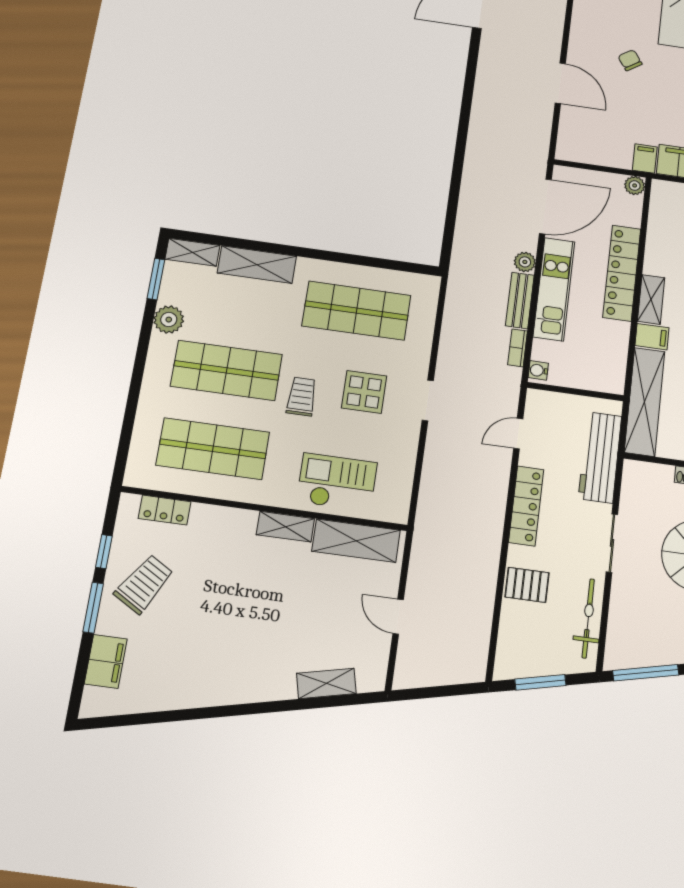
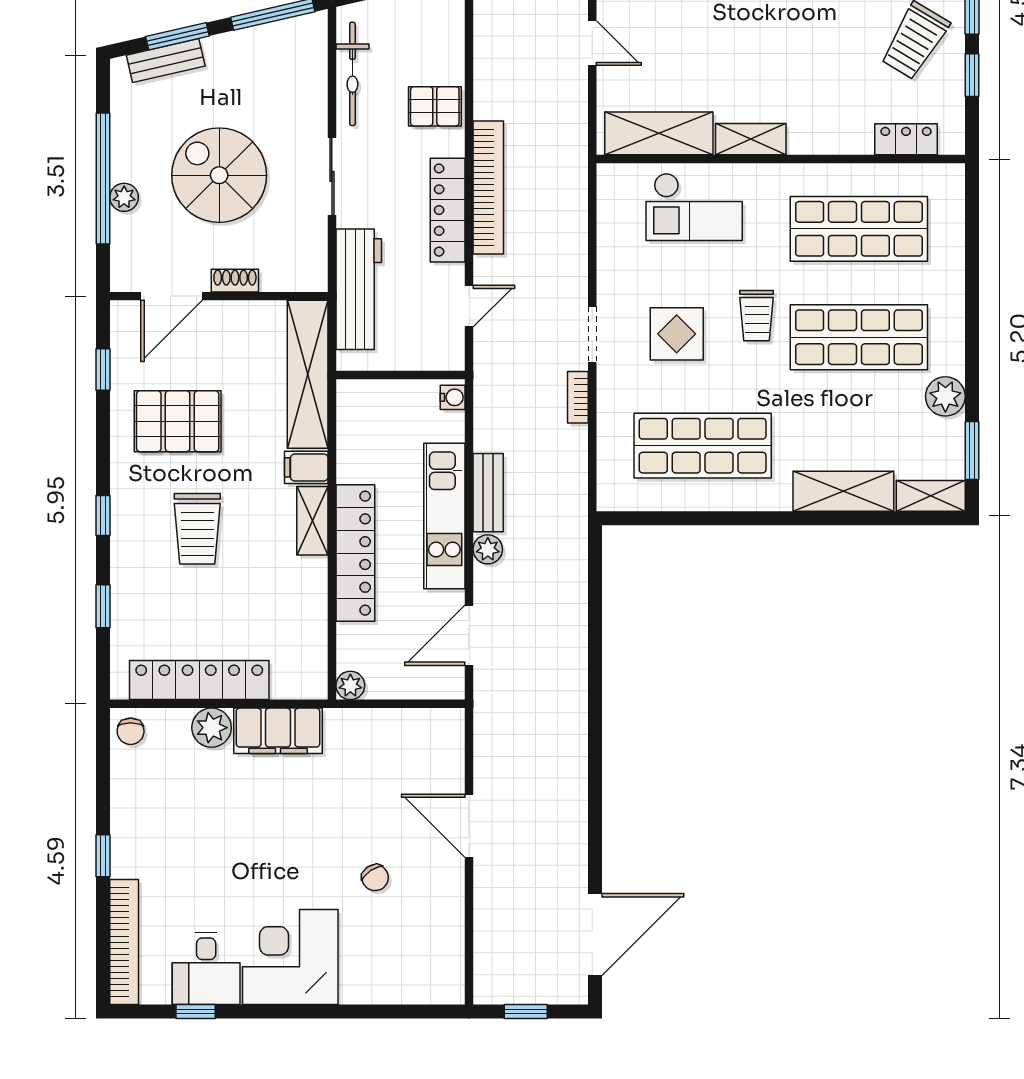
filing cabinet: (645, 159) -> (340, 728), removed
door: (545, 206) -> (469, 635), width x0.73
bookcase: (518, 348) -> (578, 397), moved, turned 180
bookcase: (493, 518) -> (488, 187), added

